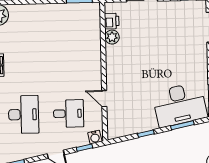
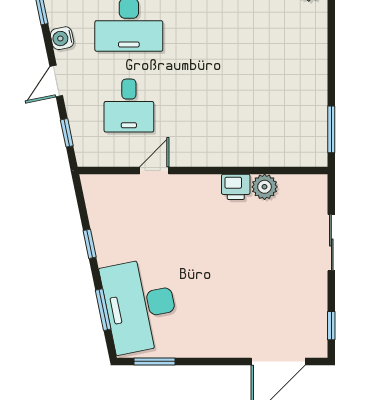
printer: (112, 21) -> (236, 187), moved
water cooler: (95, 137) -> (62, 38), moved

